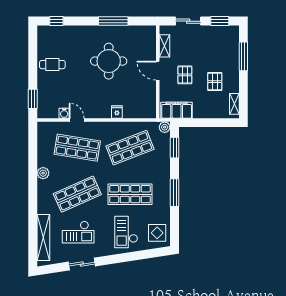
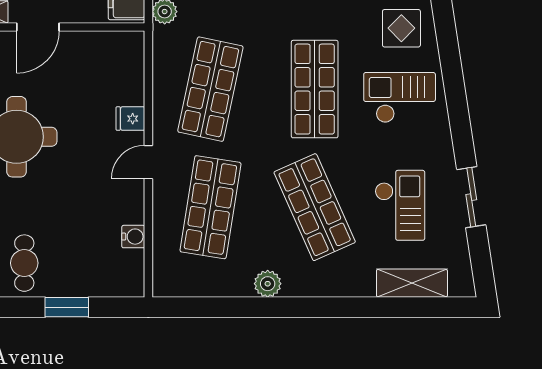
window: (33, 99) -> (67, 307), moved
door: (77, 120) -> (148, 162), moved
shop shelf: (130, 148) -> (210, 89), turned 33
checkout: (126, 232) -> (400, 98), turned 180
shelving: (43, 238) -> (412, 283), width x0.68

